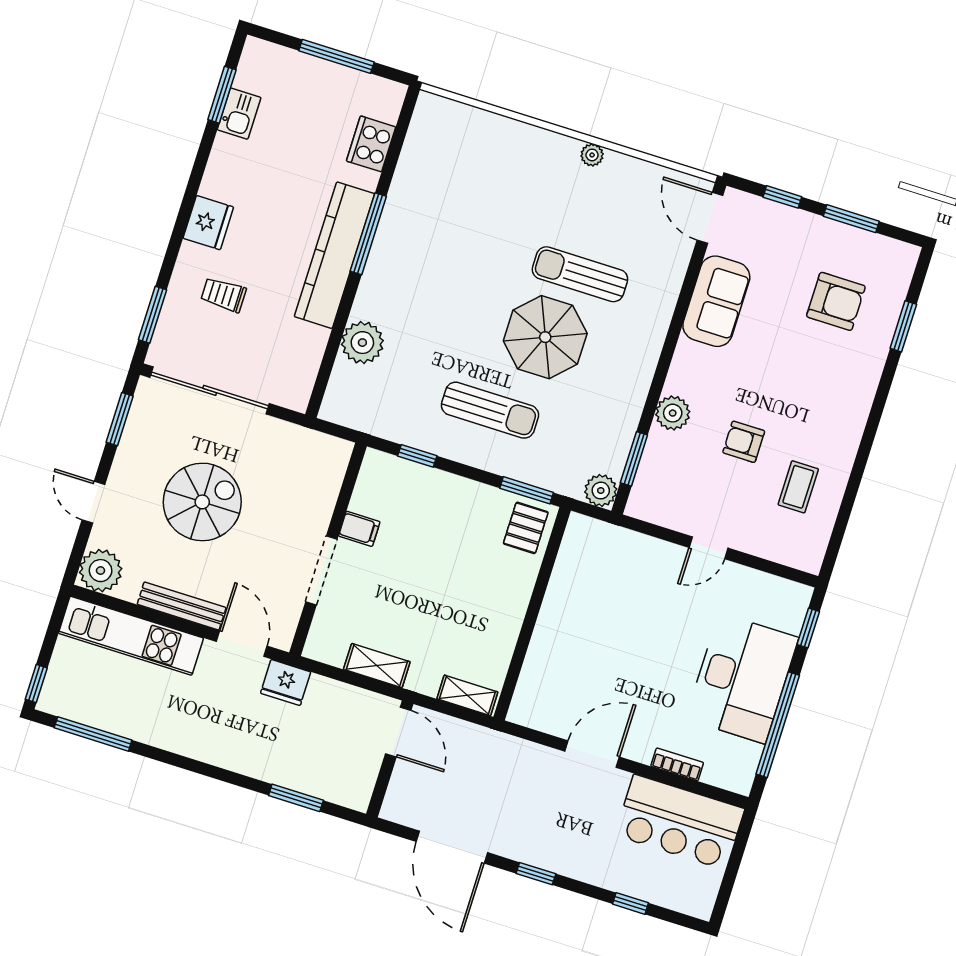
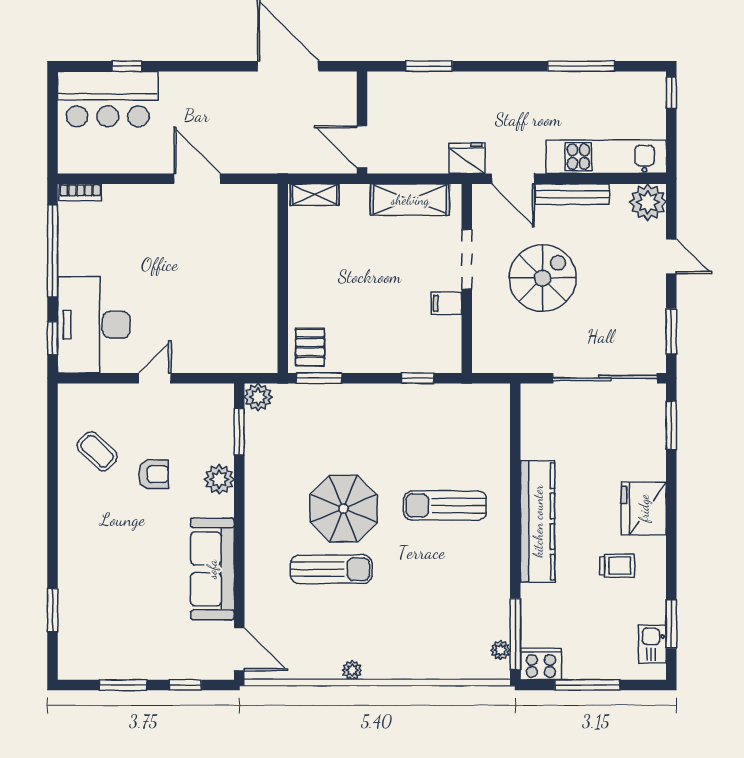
kitchen sink: (239, 114) -> (652, 644), moved
cooker: (371, 144) -> (541, 664), moved, turned -90
fridge: (208, 223) -> (644, 508), width x1.36, depth x1.34
window: (368, 234) -> (515, 634), moved
trolley: (224, 295) -> (617, 566), moved
sofa: (716, 301) -> (212, 569), width x1.36
armchair: (836, 301) -> (114, 613), removed
plant: (362, 343) -> (501, 650), moved, width x0.53, depth x0.53
sun lounger: (490, 410) -> (445, 505), moved
coffee table: (798, 487) -> (97, 451), turned -46
spiral stairs: (202, 502) -> (543, 278), moved, turned 180
shelving: (377, 666) -> (410, 200), width x1.50, depth x1.33
desk: (742, 678) -> (94, 325), moved
window: (93, 734) -> (581, 66), moved
door: (592, 754) -> (197, 179), swing flipped
bookcase: (677, 764) -> (80, 192), moved
bar counter: (680, 822) -> (108, 99), moved, turned 180
window: (536, 874) -> (212, 66), removed

